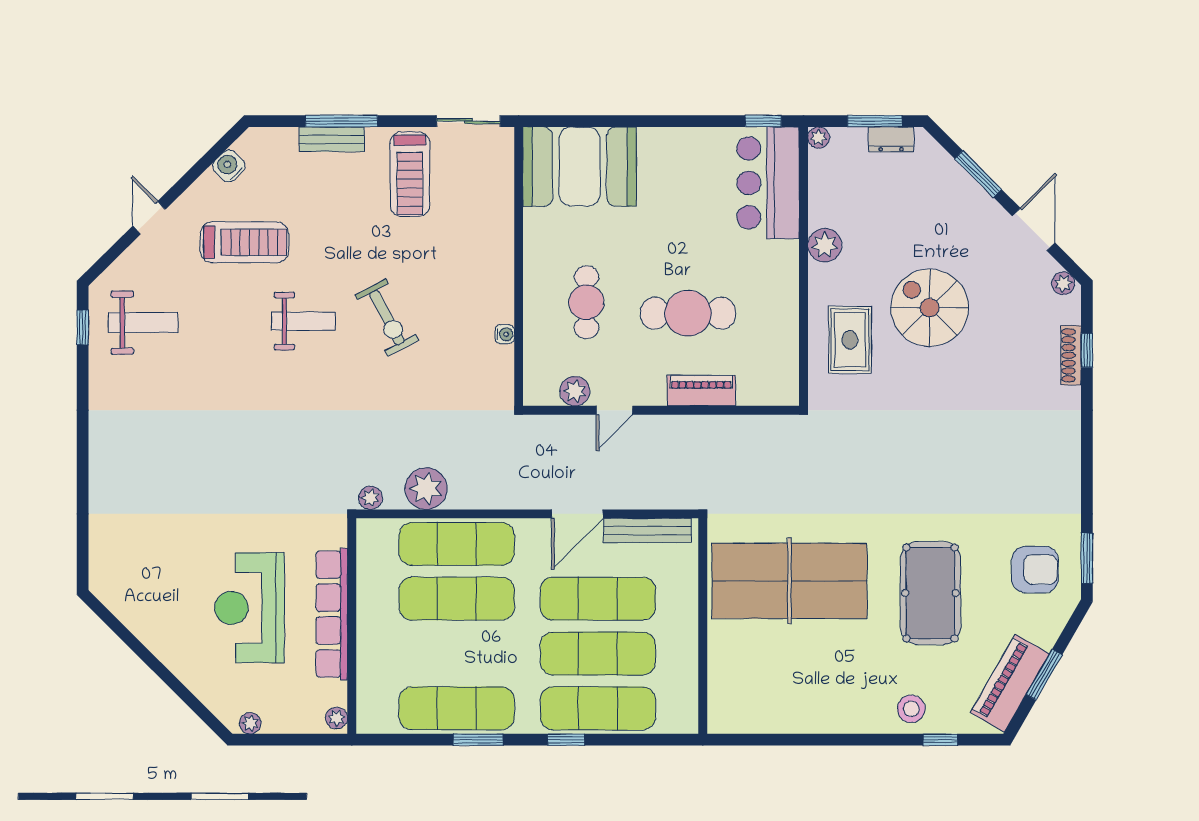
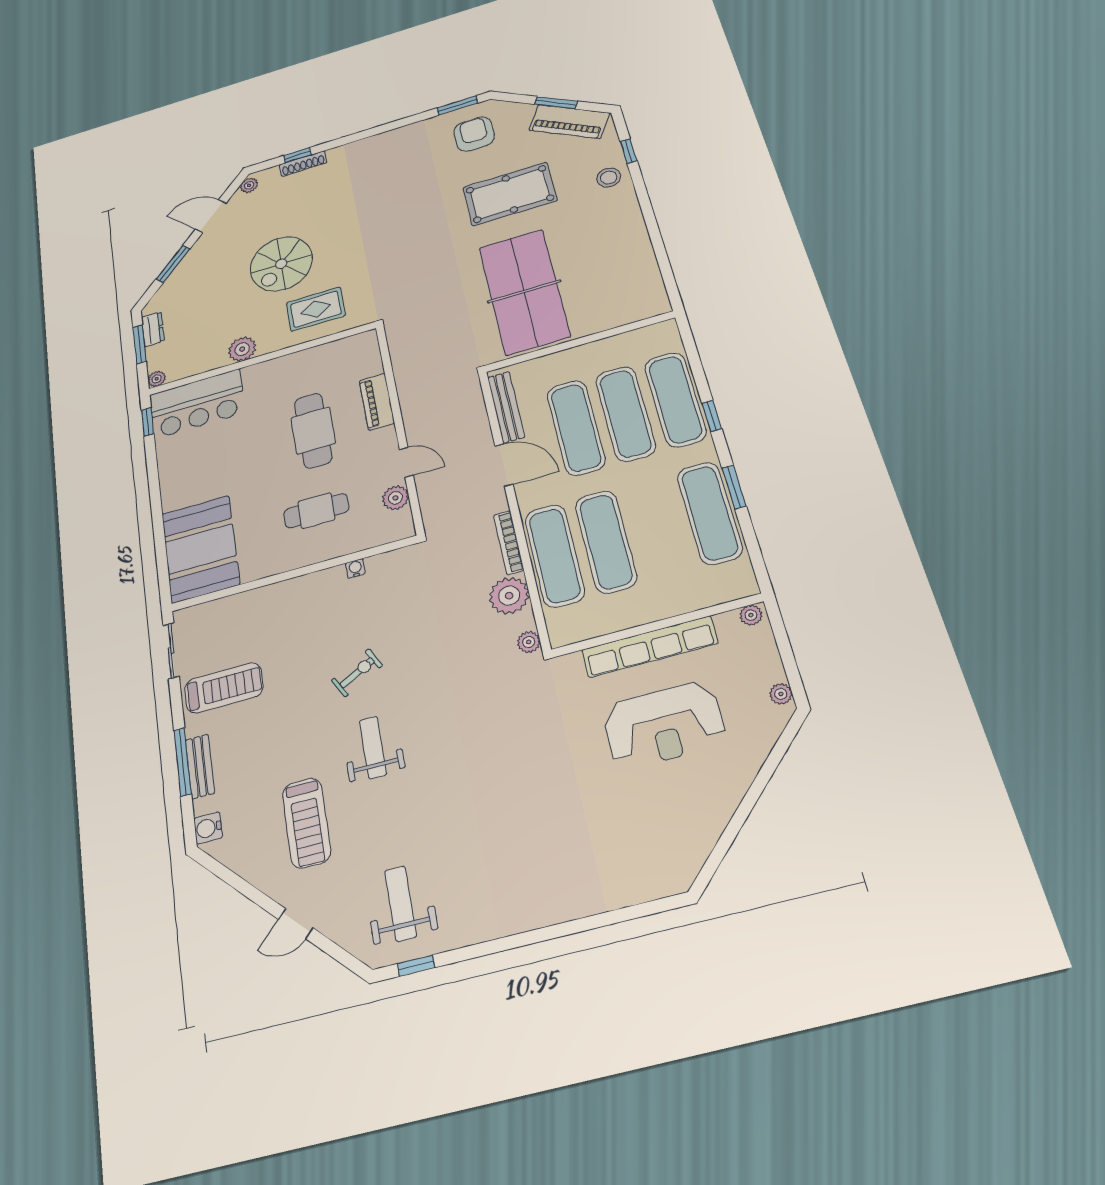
water cooler: (229, 166) -> (208, 828), moved, turned 45
treadmill: (244, 242) -> (306, 823), turned 180
exercise bike: (387, 318) -> (357, 673), width x0.73, depth x0.72
bookcase: (486, 500) -> (509, 543), added

